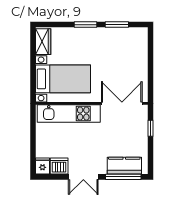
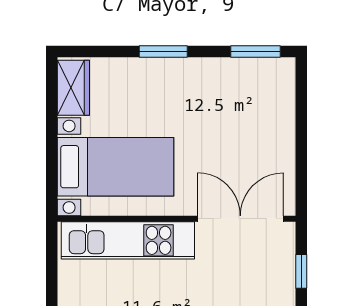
window: (117, 25) -> (256, 51), moved

